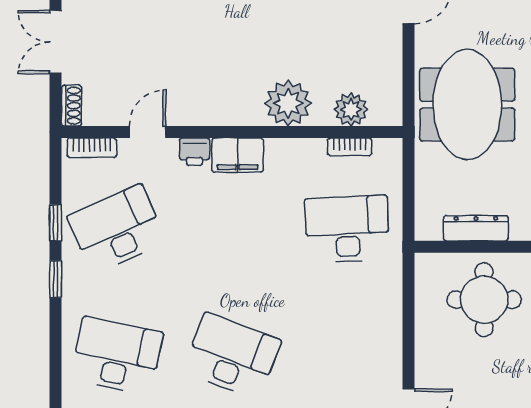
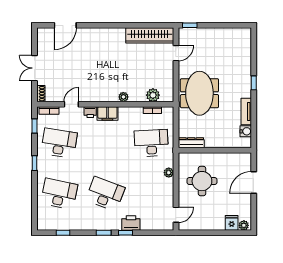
plant: (288, 103) -> (123, 97), width x0.53, depth x0.53
window: (56, 223) -> (35, 126), moved
dresser: (476, 228) -> (191, 143), moved
desk: (117, 229) -> (59, 143), turned 33
round table: (484, 300) -> (202, 181), moved
plant: (390, 303) -> (169, 173), added

